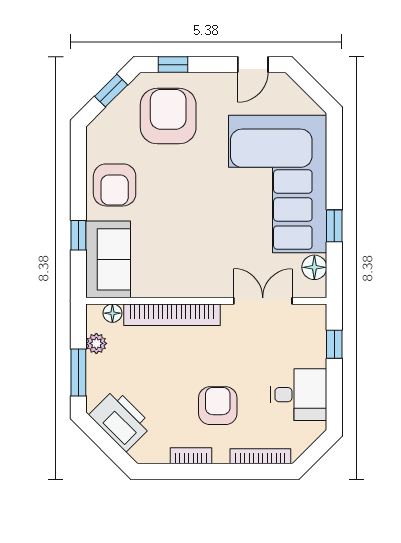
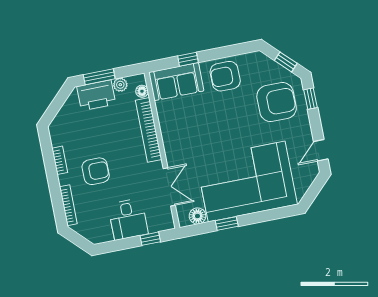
door: (253, 65) -> (321, 150), hinge flipped
desk: (299, 395) -> (128, 219), moved
printer: (121, 420) -> (96, 95), moved, turned 45

